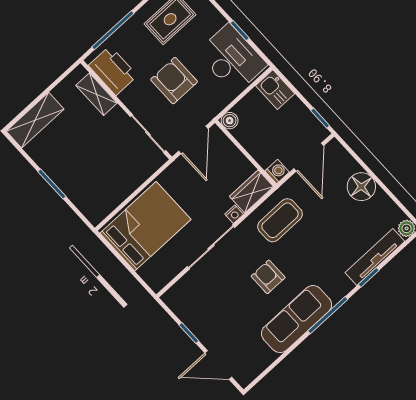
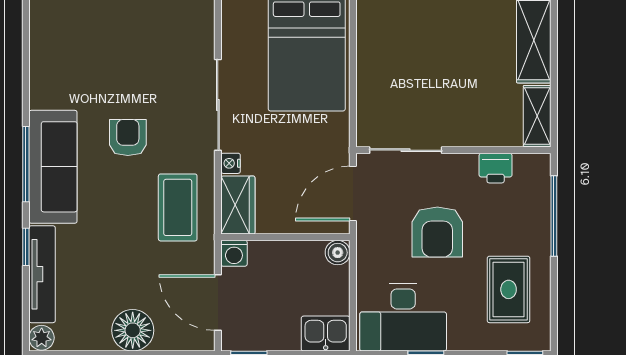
printer: (113, 71) -> (496, 168), width x0.53, depth x0.68
armchair: (174, 81) -> (437, 232), turned 90
shelving: (96, 94) -> (537, 116), moved, turned 90
door: (193, 140) -> (353, 194), hinge flipped
armchair: (268, 277) -> (128, 137), turned -90
sofa: (297, 319) -> (53, 167), moved

